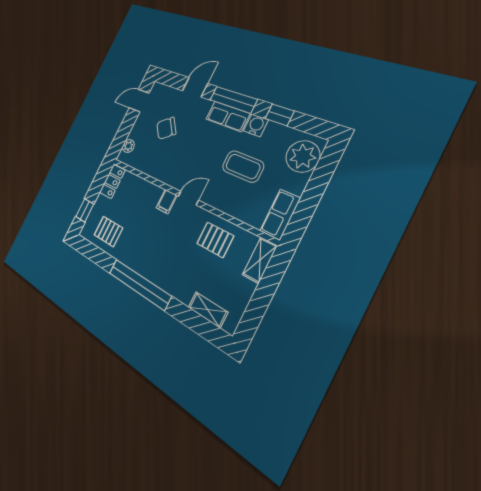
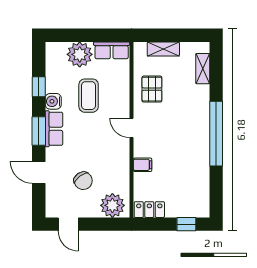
window: (233, 100) -> (39, 131), width x0.69
plant: (128, 146) -> (112, 205), width x1.88, depth x1.88
plant: (303, 156) -> (80, 54), moved
filing cabinet: (167, 202) -> (143, 165), moved
pallet: (108, 231) -> (192, 188), removed
shelving: (260, 260) -> (163, 49), moved

